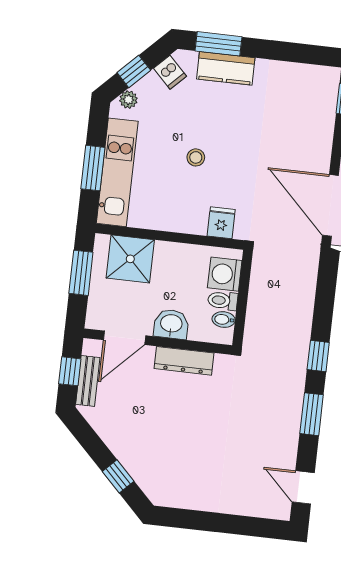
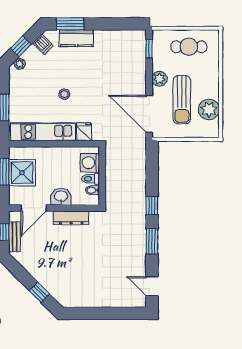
kitchen unit: (117, 172) -> (43, 132), moved, turned -90
shower: (130, 259) -> (22, 173), moved

